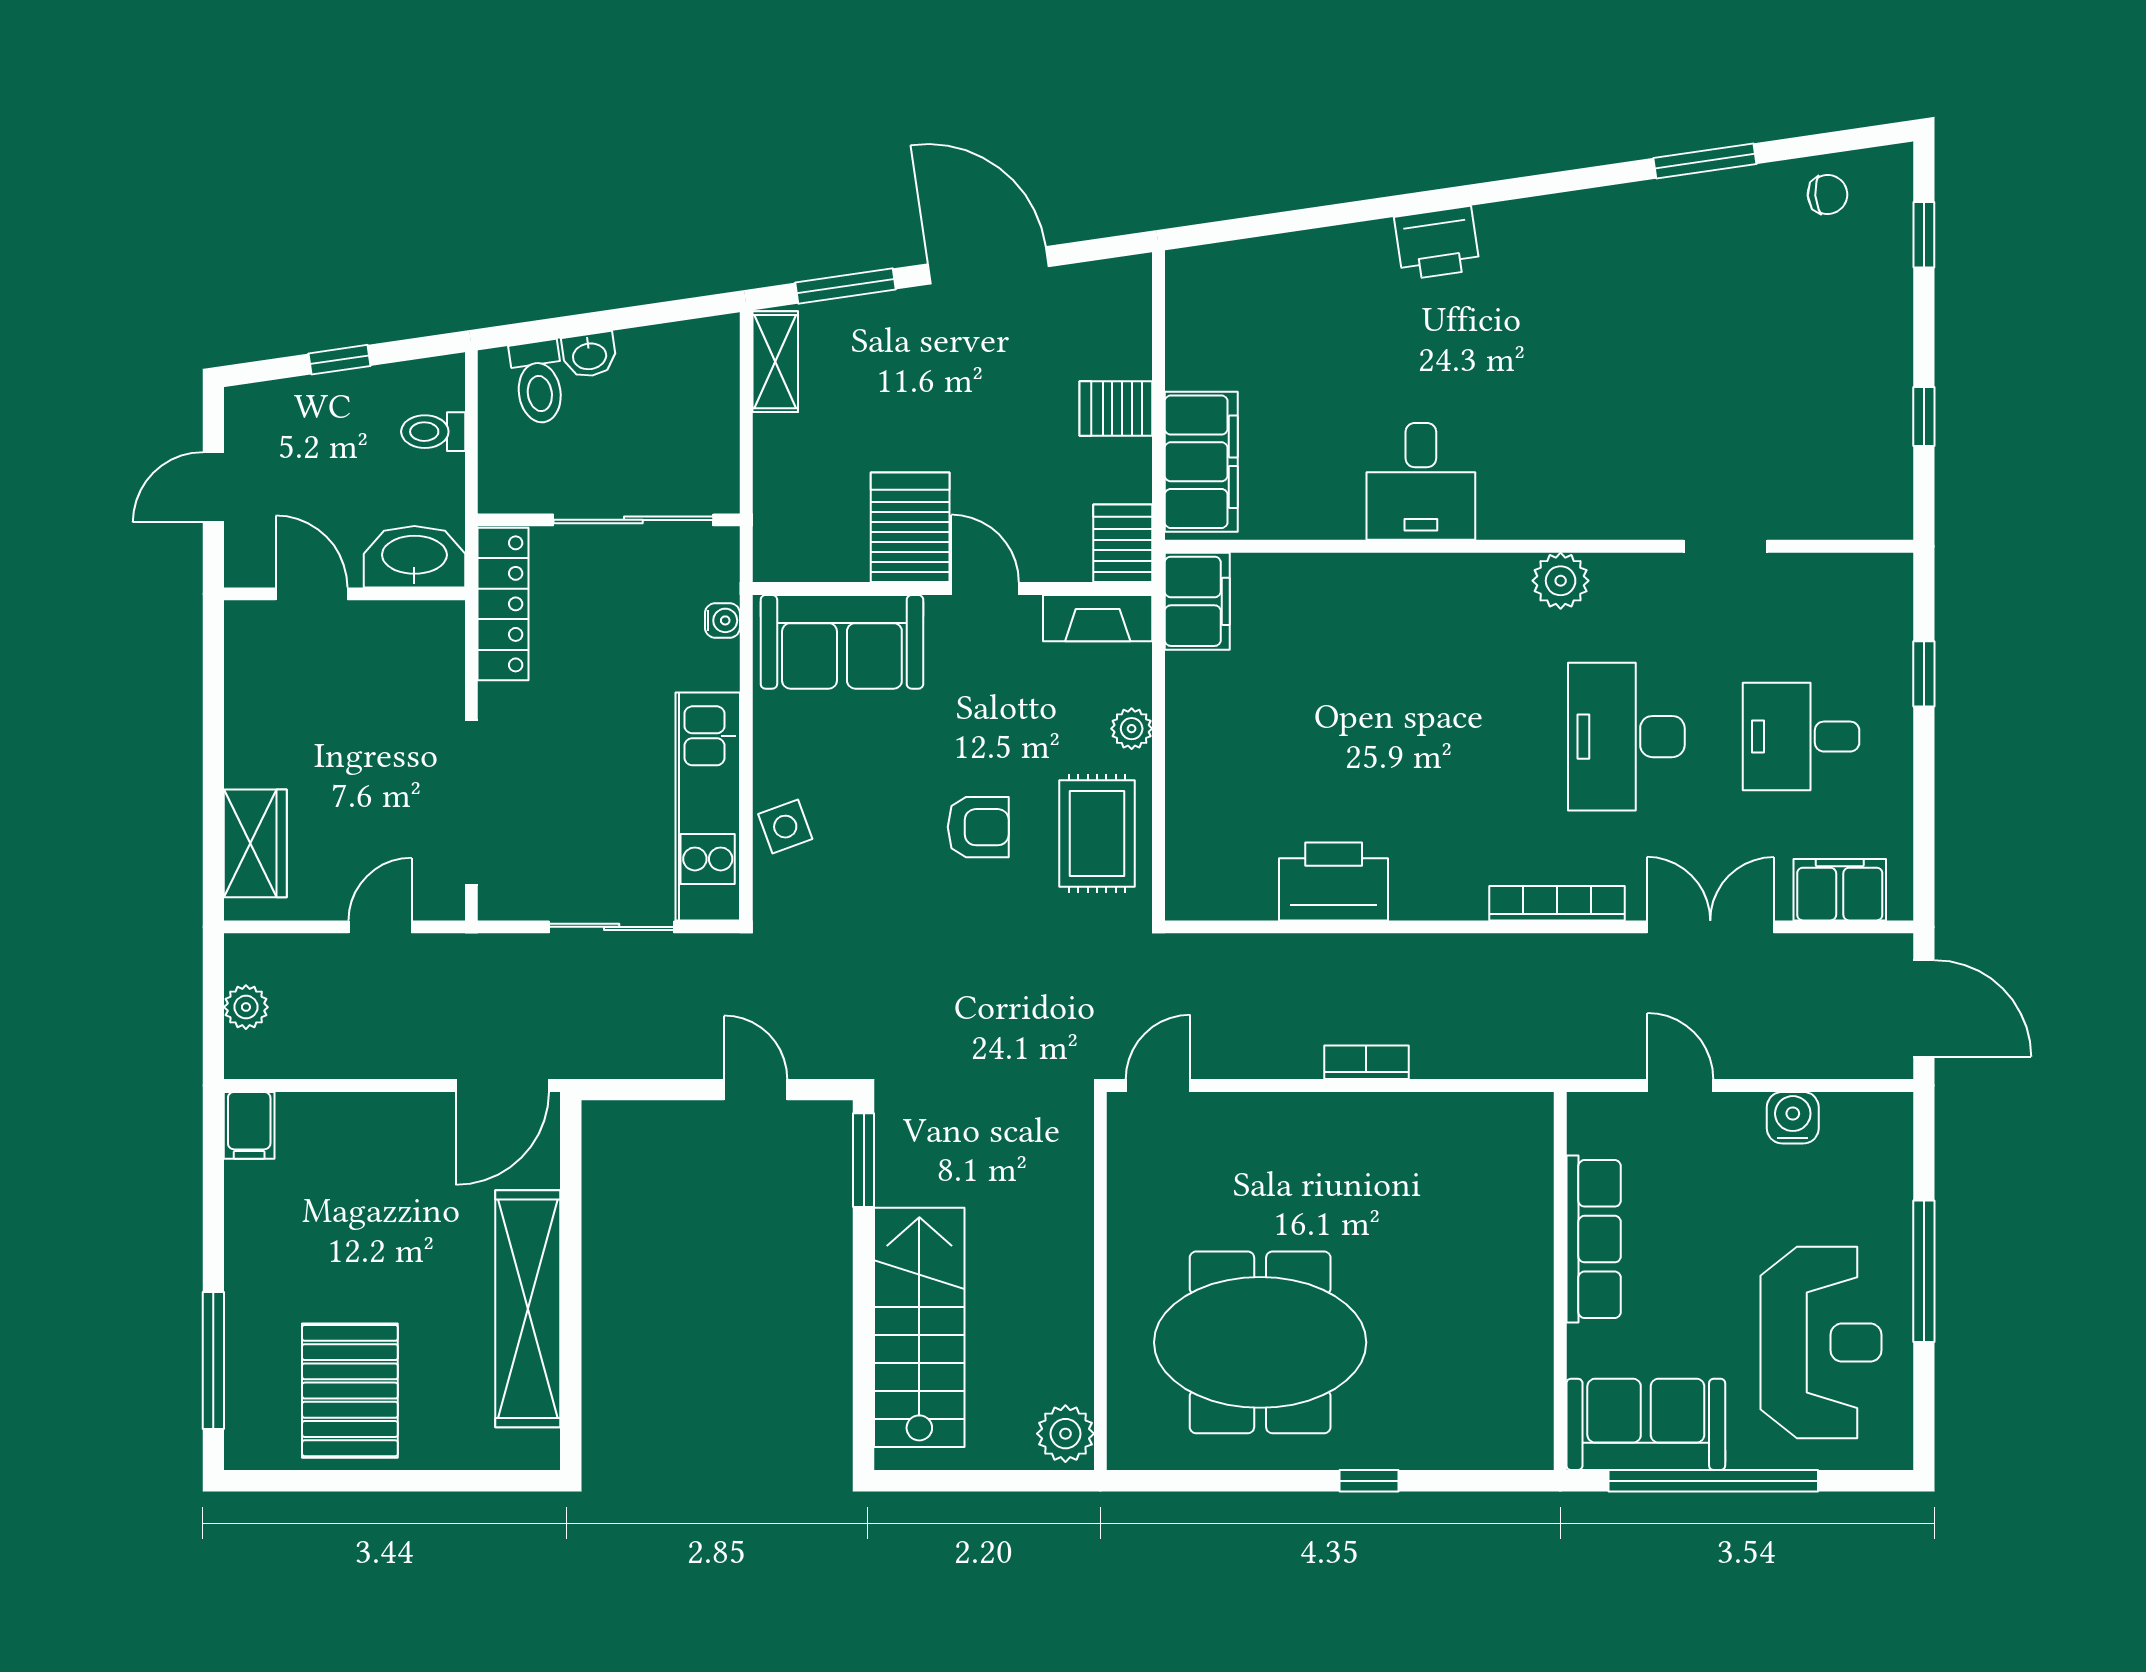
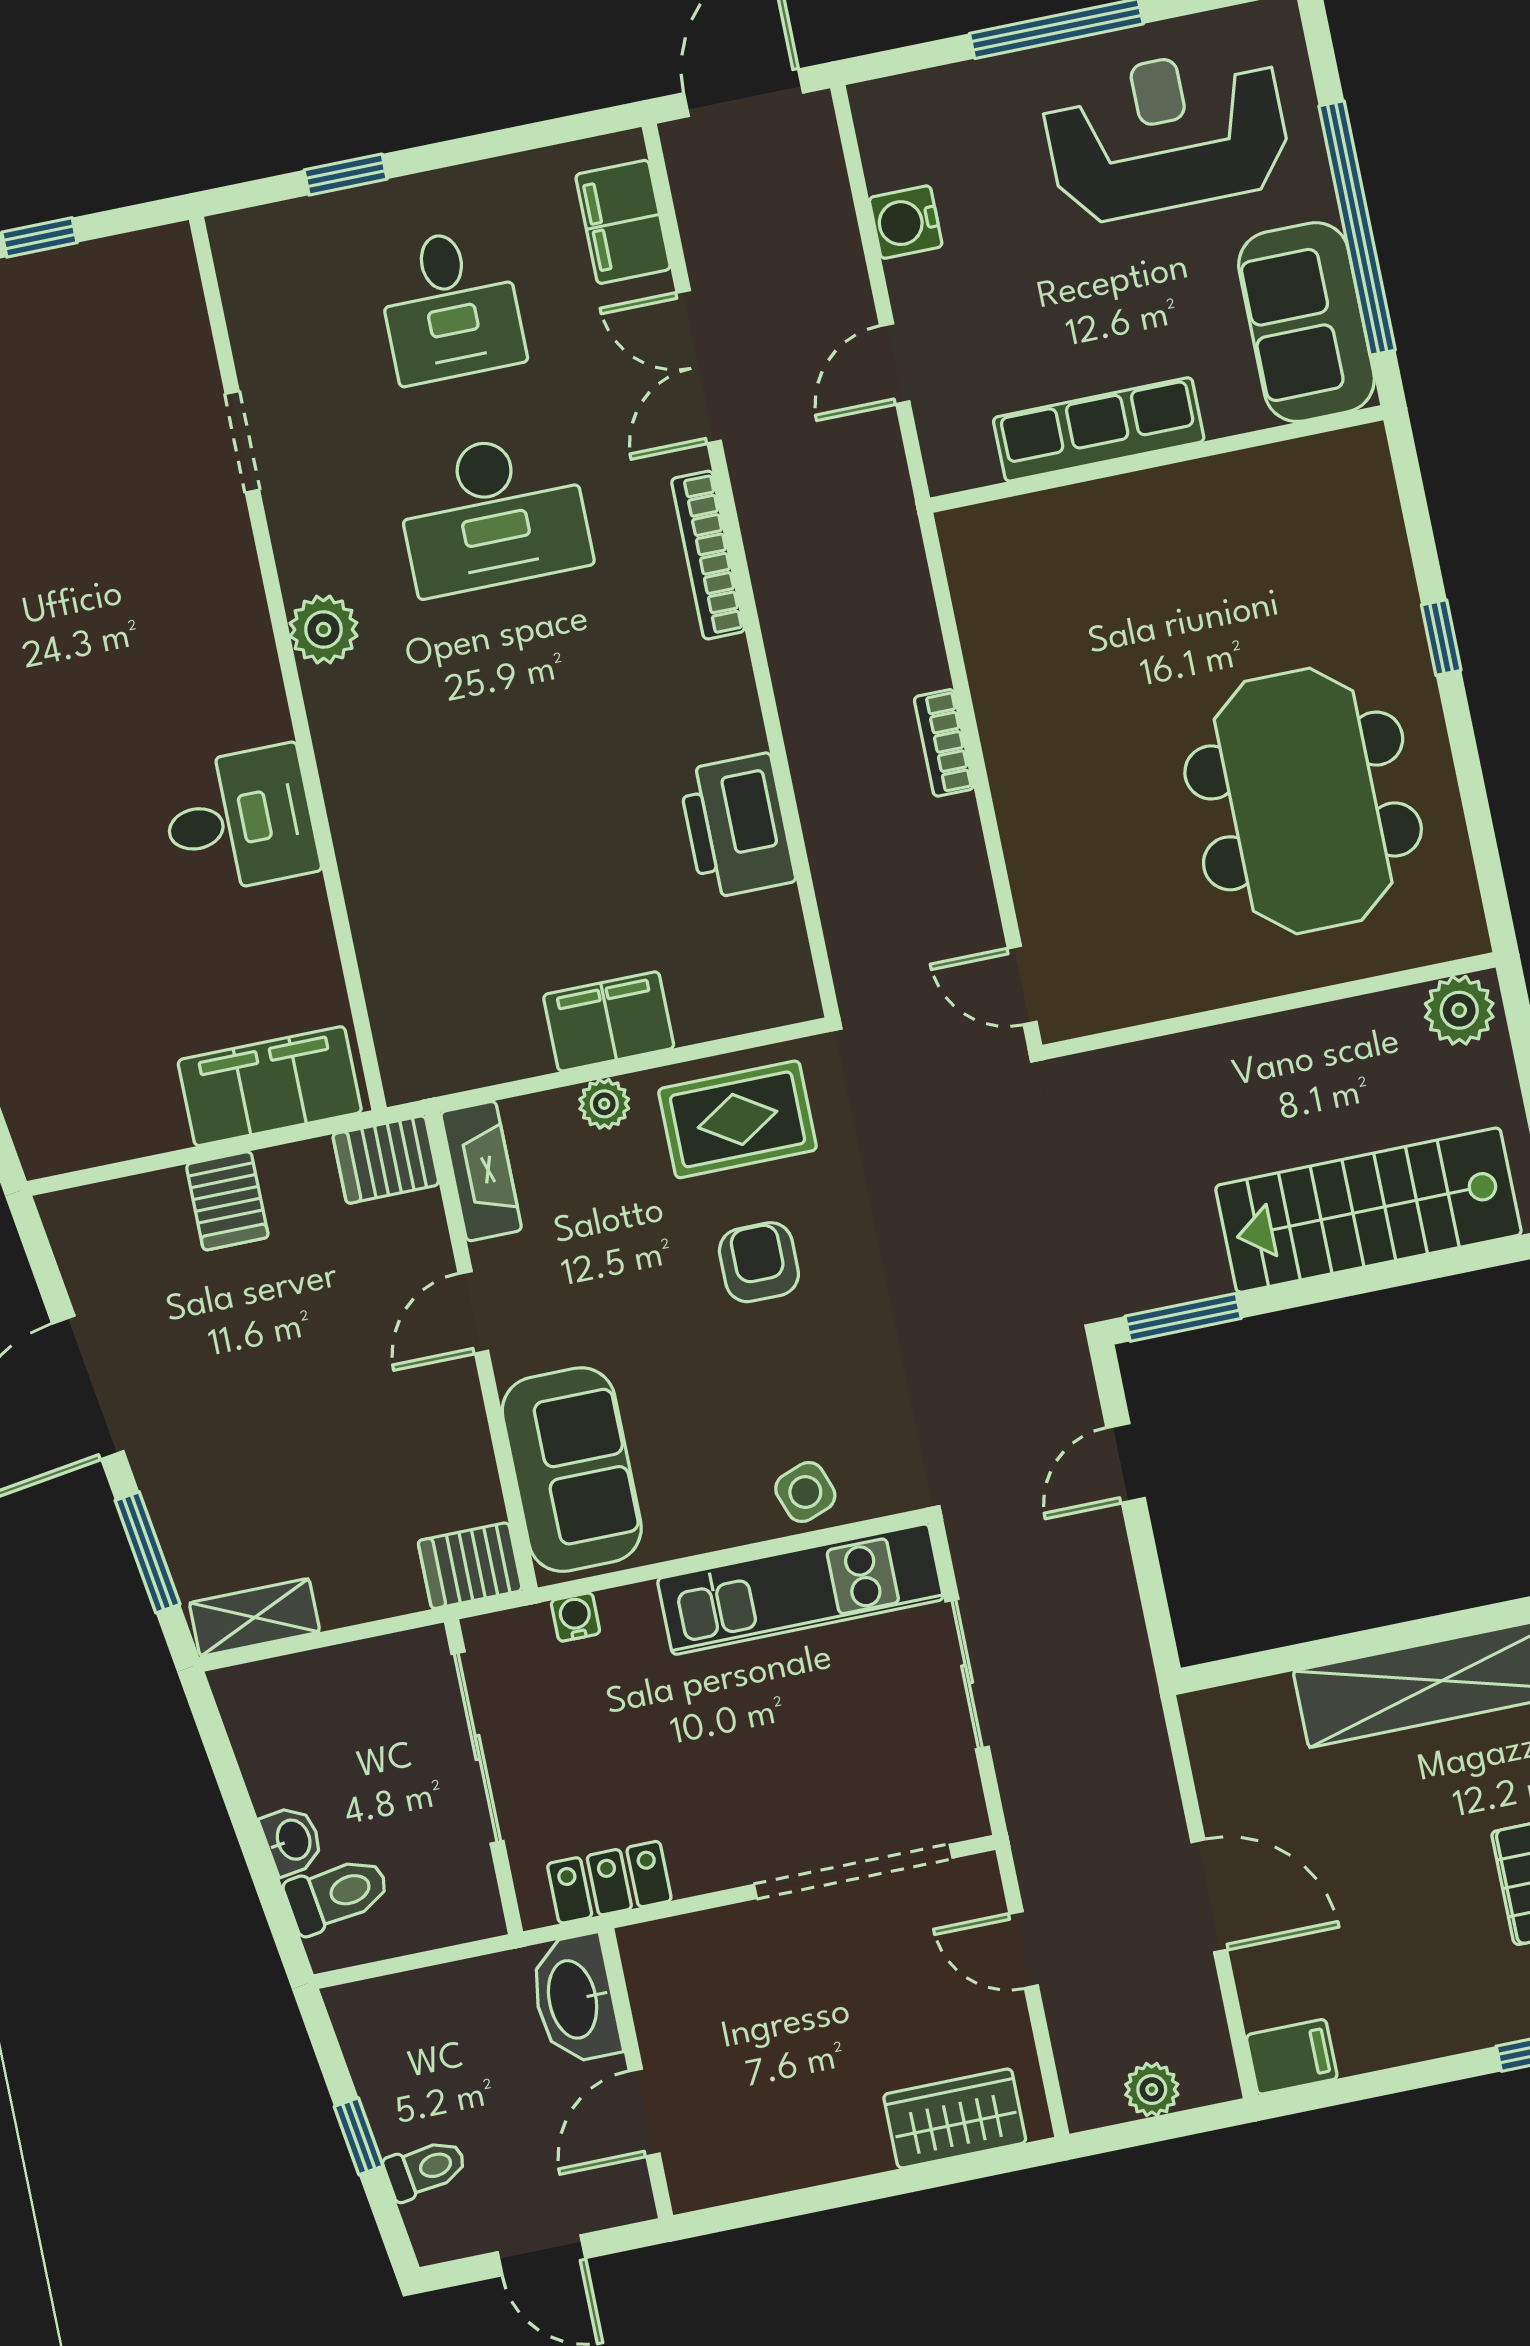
toilet: (433, 432) -> (425, 2169), moved, turned -98
server rack: (910, 527) -> (470, 1566), moved, width x0.73, depth x0.70
filing cabinet: (1197, 601) -> (609, 1021), moved
locker: (503, 604) -> (609, 1882), width x0.66
door: (502, 1085) -> (1209, 1896), moved

